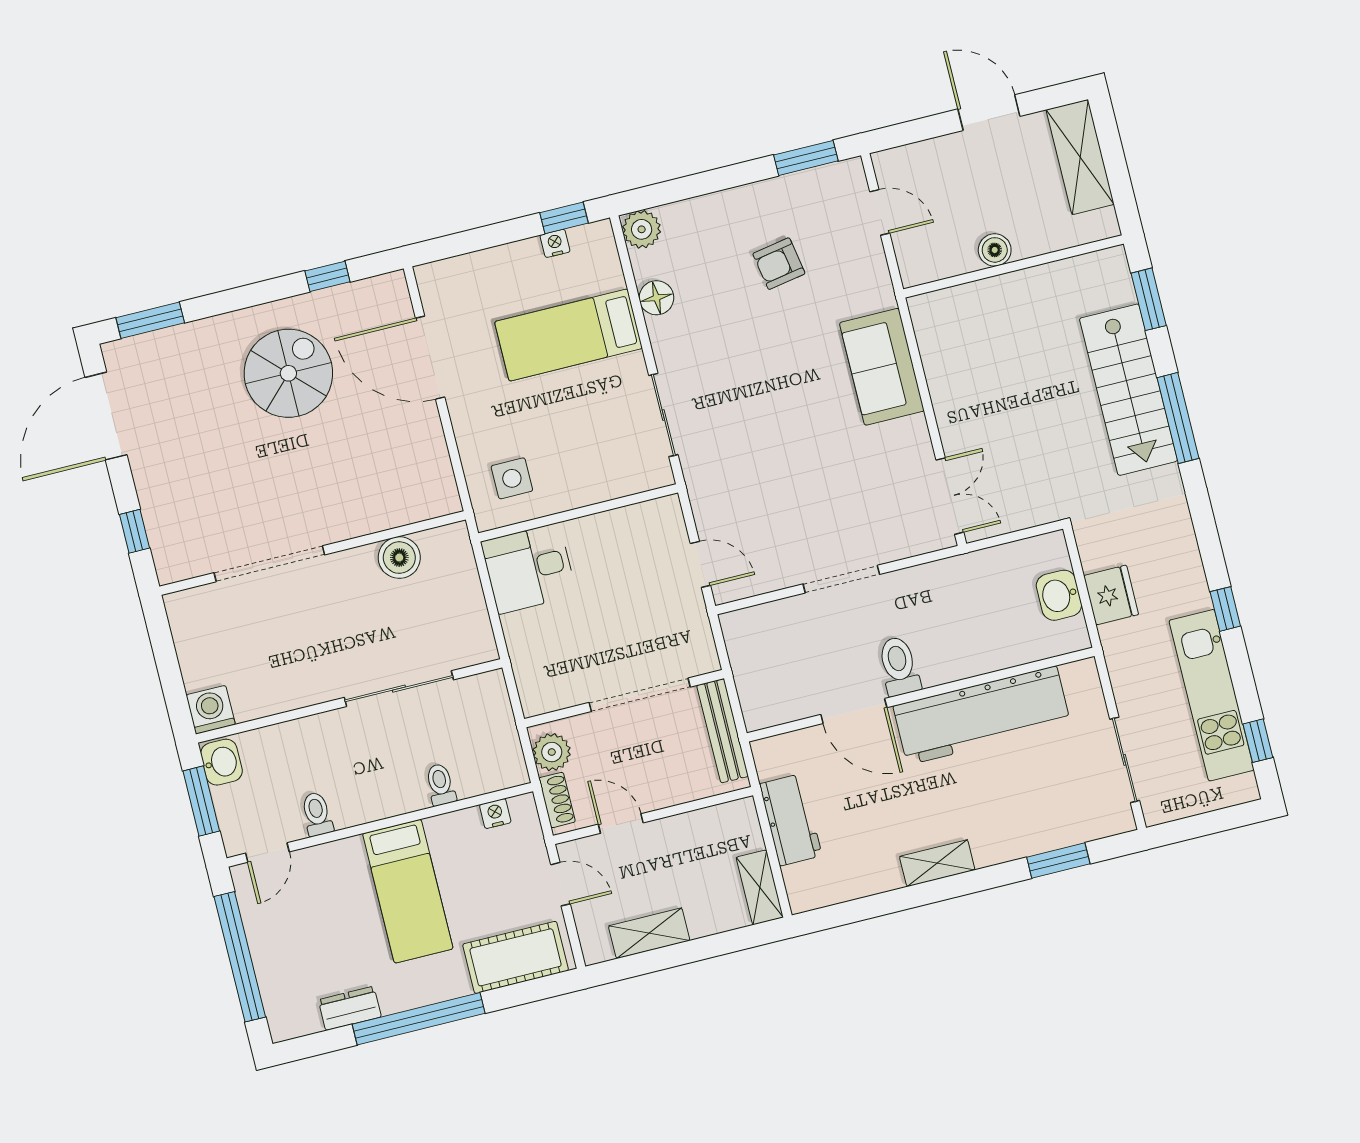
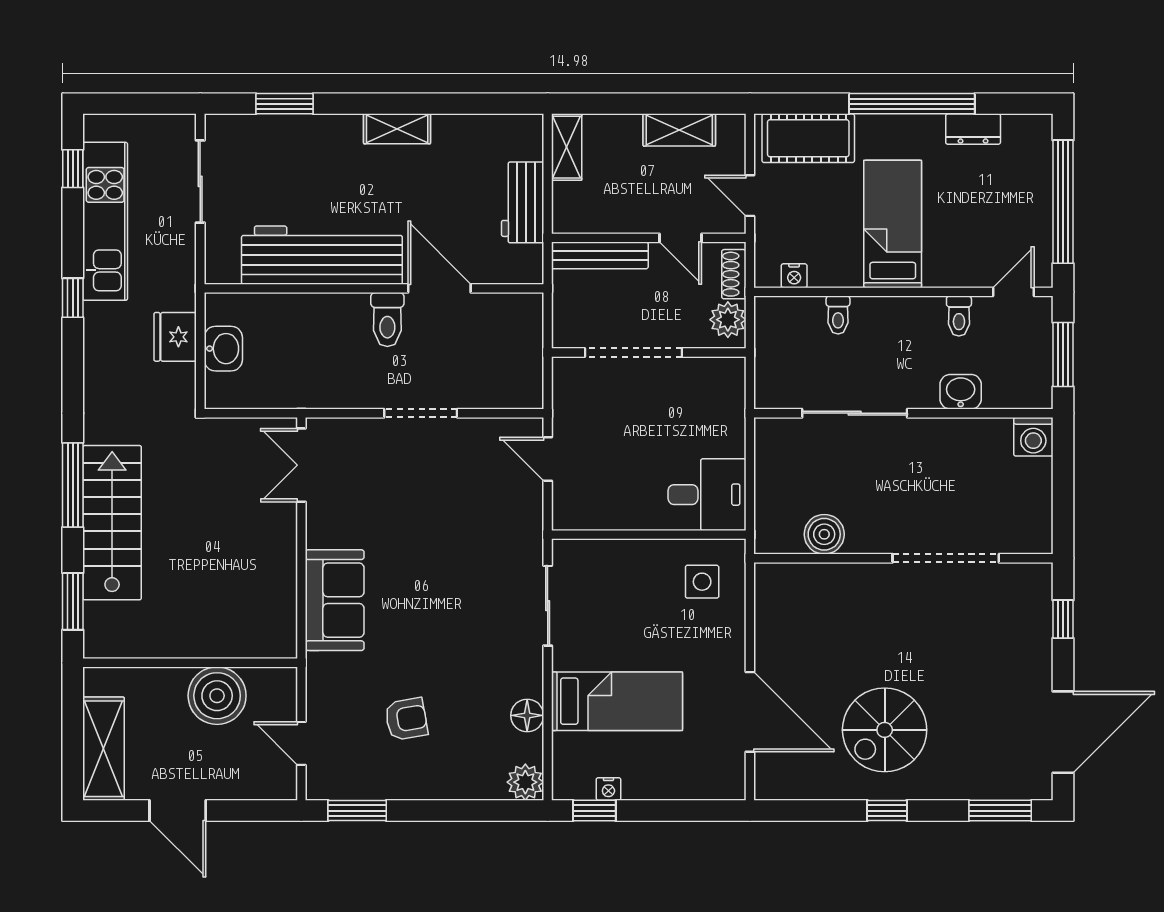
boiler: (995, 250) -> (217, 696), width x1.86, depth x1.86
window: (327, 276) -> (887, 811), moved
bench: (723, 731) -> (600, 255), moved, turned 90
washbasin: (221, 762) -> (961, 392), moved, turned 90

